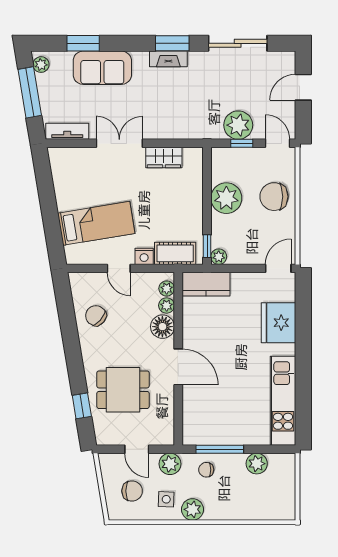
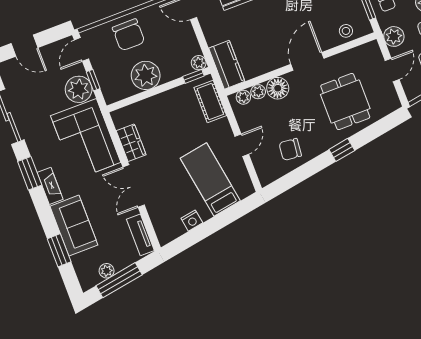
fireplace: (168, 59) -> (50, 186), moved
plant: (41, 65) -> (107, 271), moved
corner sofa: (185, 113) -> (86, 139), added
nightstand: (144, 256) -> (192, 221), moved, turned 81
chair: (96, 316) -> (290, 149), turned 55
window: (82, 406) -> (342, 150), moved
stool: (194, 418) -> (346, 31), added

